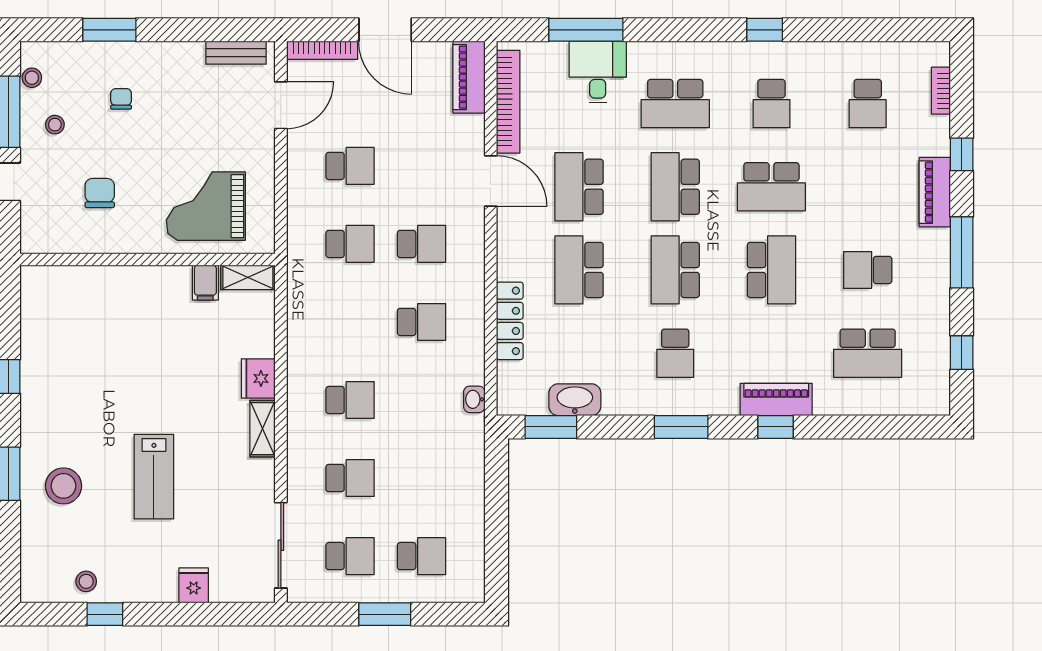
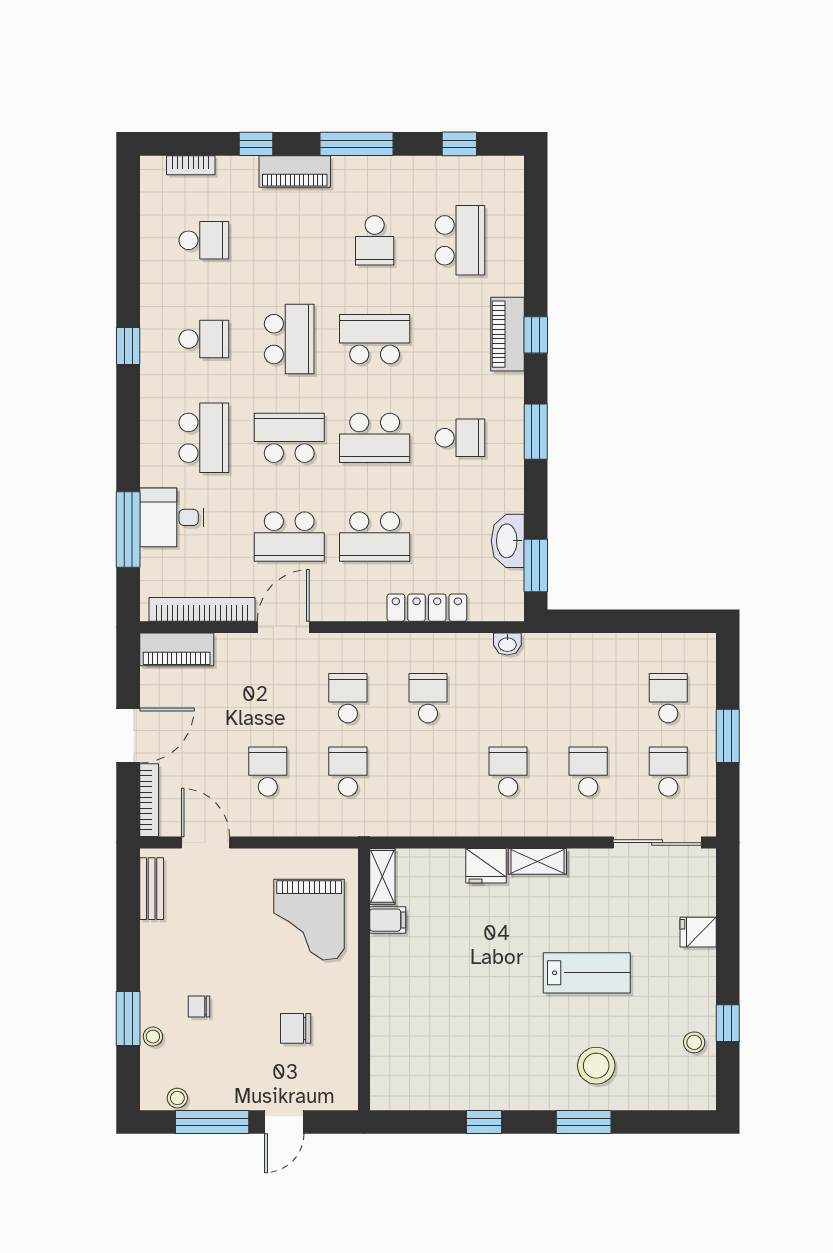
stool: (55, 125) -> (153, 1037), moved
school desk: (675, 187) -> (289, 438), turned 180

